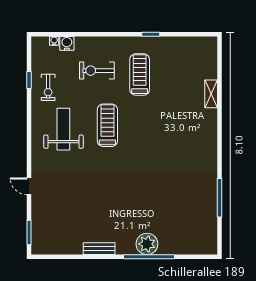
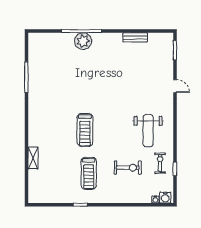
water cooler: (67, 43) -> (165, 198), moved
exercise bike: (97, 71) -> (128, 168), moved
treadmill: (107, 125) -> (85, 130), moved
bench: (99, 249) -> (135, 37), moved

